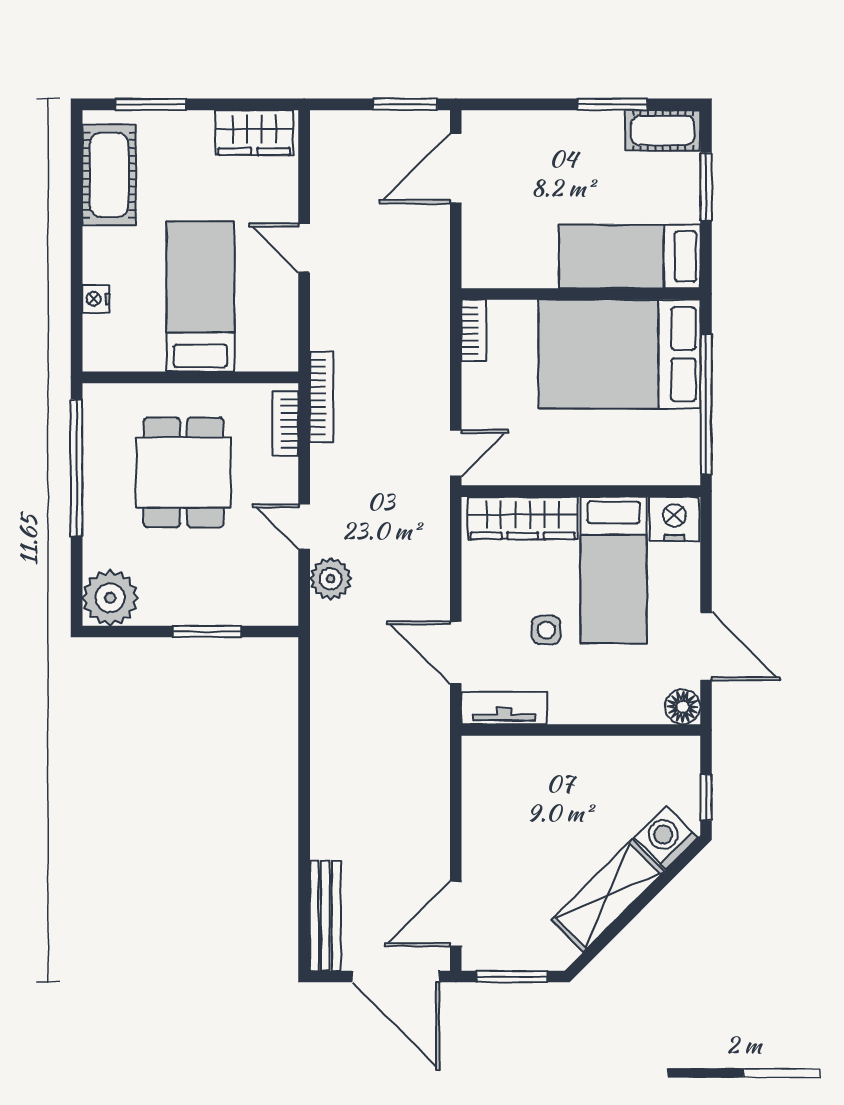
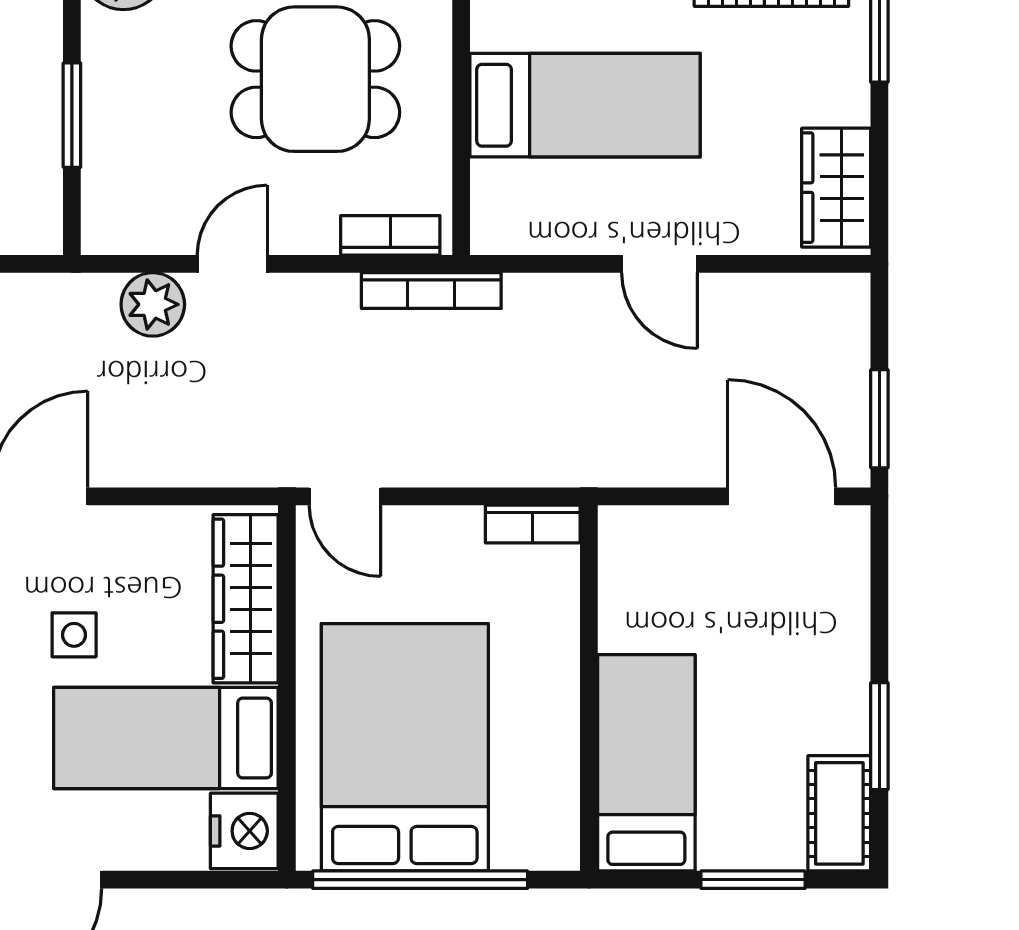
door: (304, 248) -> (660, 264), swing flipped
bed: (620, 354) -> (405, 747), moved

